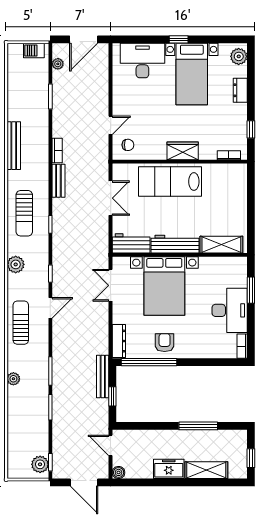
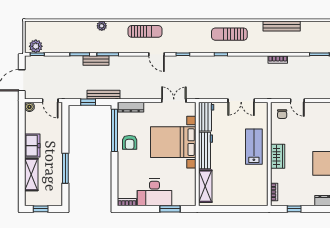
bench: (58, 181) -> (96, 61), moved
lab bench: (170, 182) -> (254, 147), width x0.73, depth x0.72
plant: (16, 264) -> (190, 27), removed
armchair: (165, 343) -> (130, 142), turned 90
door: (111, 445) -> (50, 101), swing flipped

